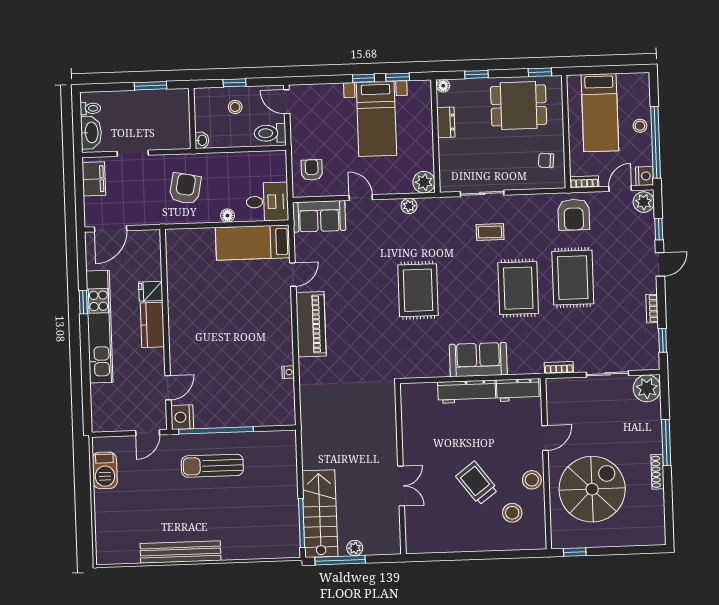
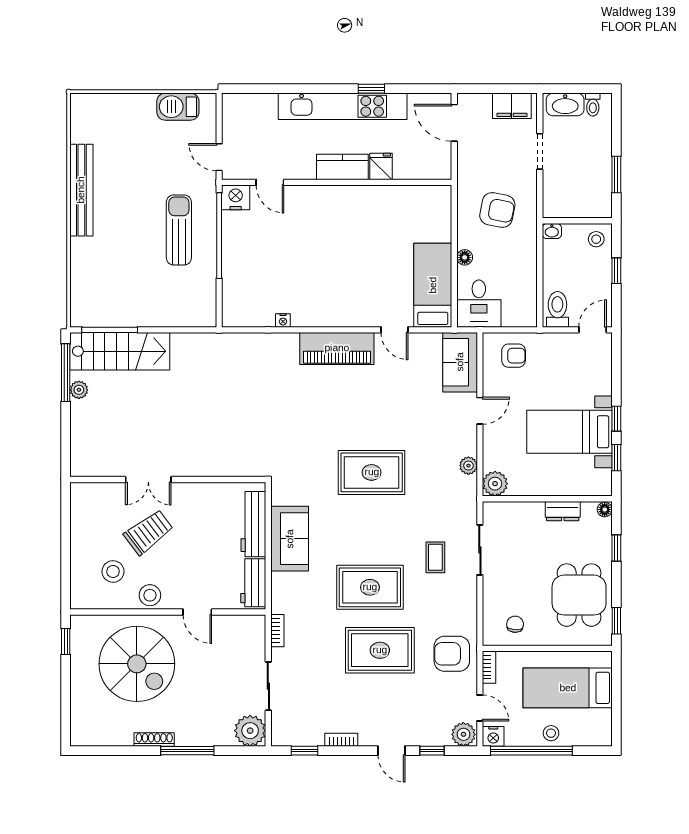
stool: (235, 107) -> (596, 239), moved
wall: (400, 469) -> (168, 479), moved
double door: (401, 486) -> (148, 479), moved

